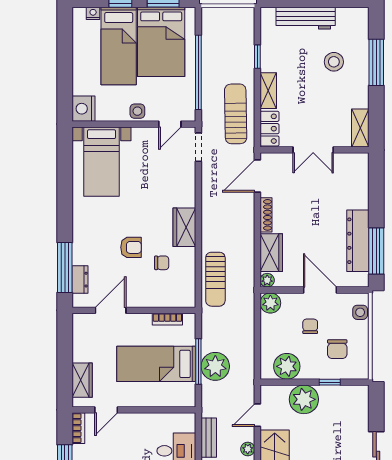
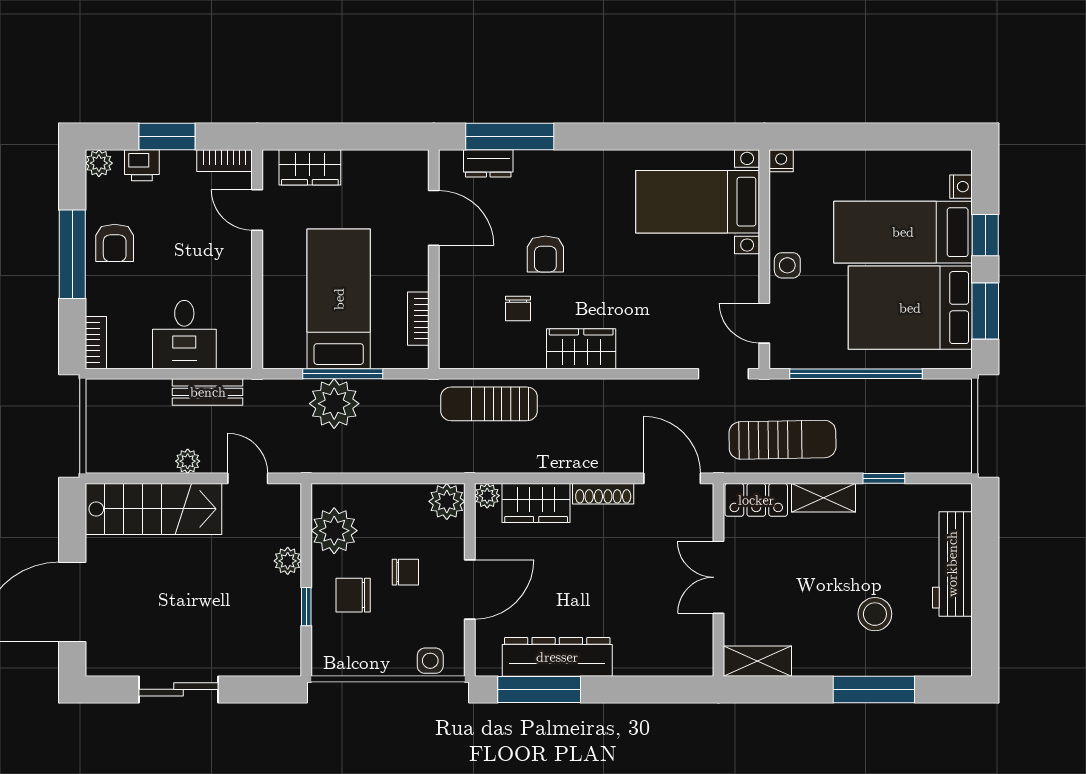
nightstand: (83, 109) -> (781, 161), width x0.53, depth x0.56
chair: (337, 349) -> (353, 595), moved
plant: (304, 399) -> (288, 561), width x0.53, depth x0.53

